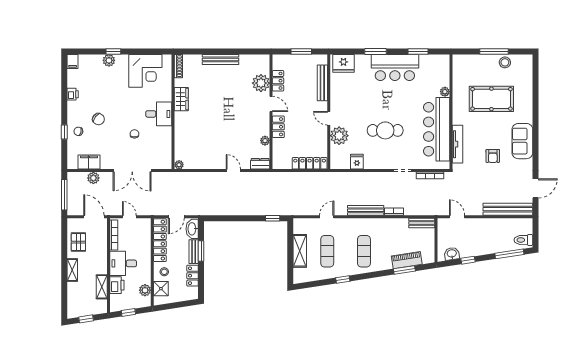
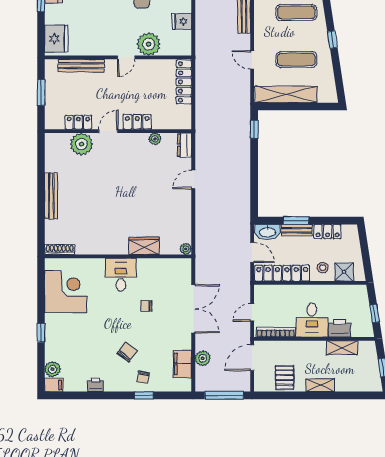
plant: (109, 60) -> (52, 369), moved
wardrobe: (181, 99) -> (144, 246), moved
pallet: (78, 242) -> (285, 377), turned 90
shelving: (300, 251) -> (286, 94), width x1.47
plant: (145, 290) -> (346, 292), removed

